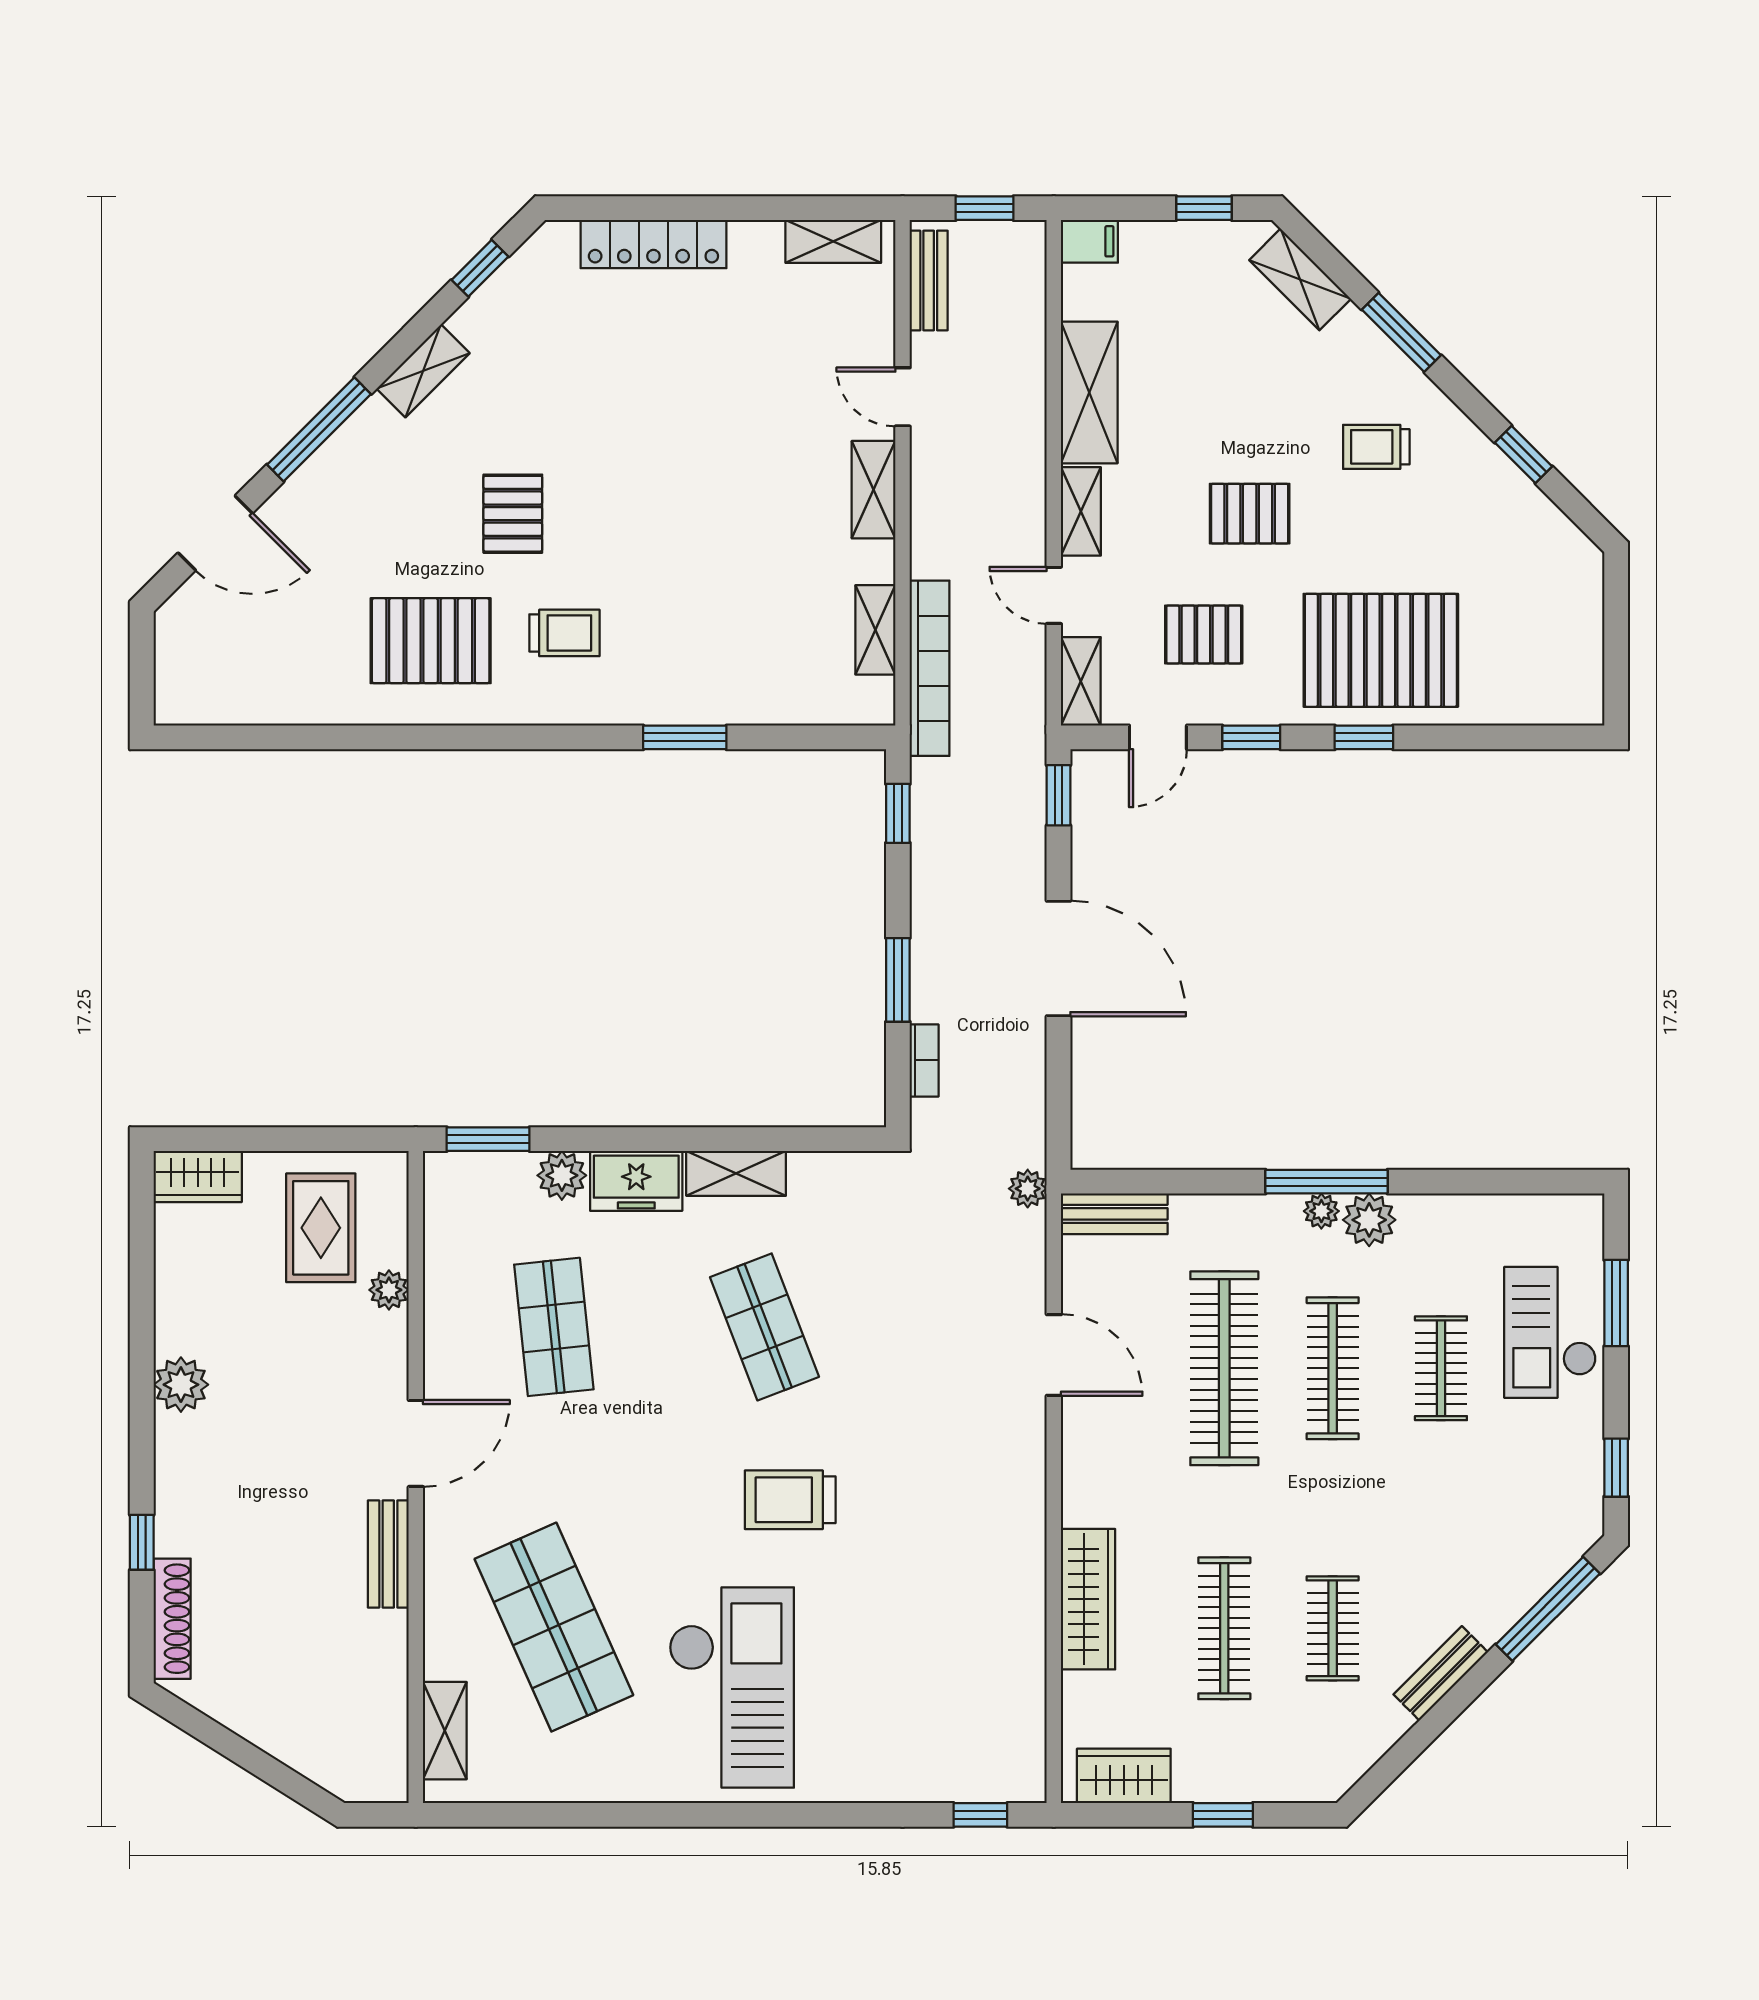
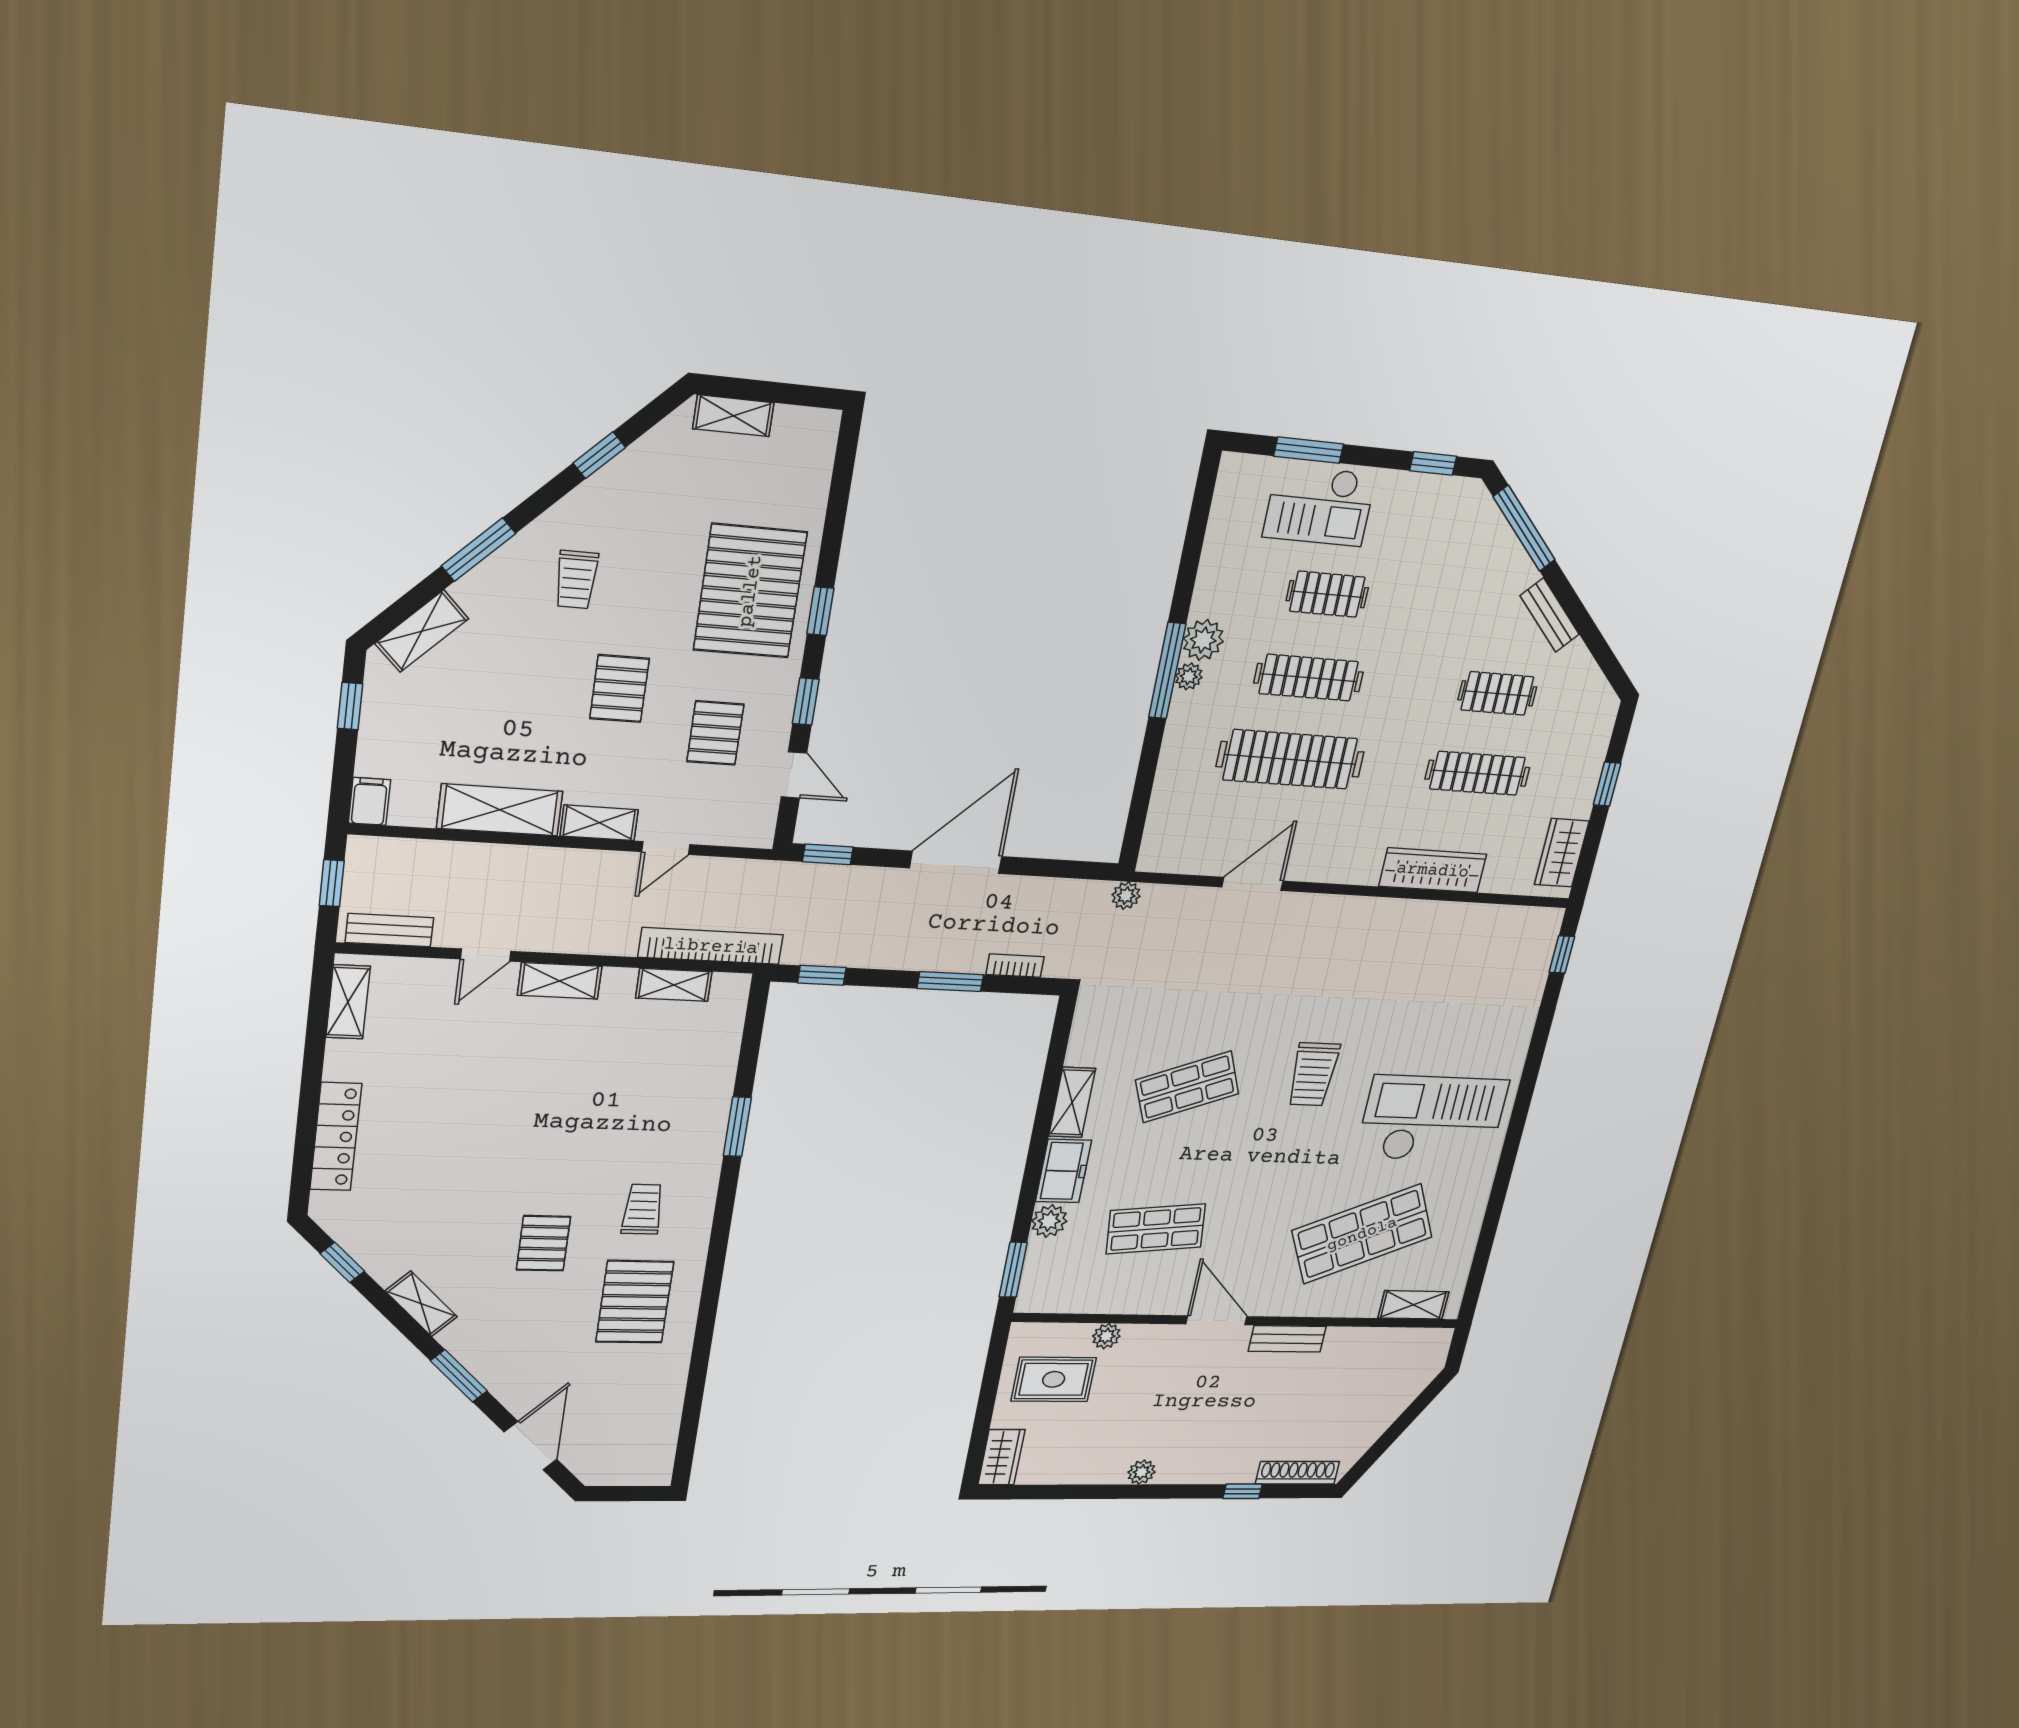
window: (319, 429) -> (459, 1376), width x0.69
pallet: (513, 514) -> (543, 1243), turned 90
shelving: (1081, 681) -> (733, 416), moved
bench: (1114, 1214) -> (1158, 833), removed
plant: (181, 1385) -> (1142, 1472), width x0.73, depth x0.73

